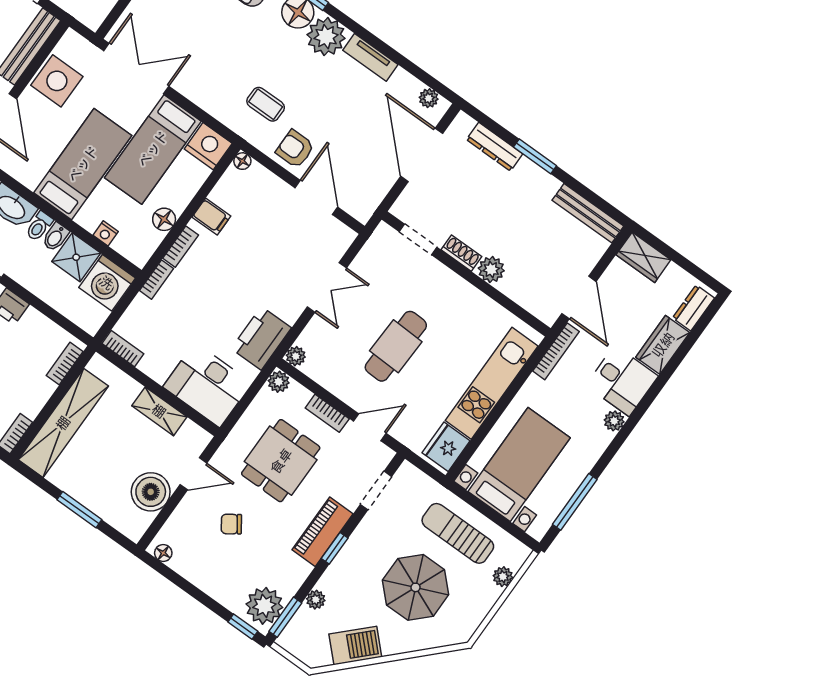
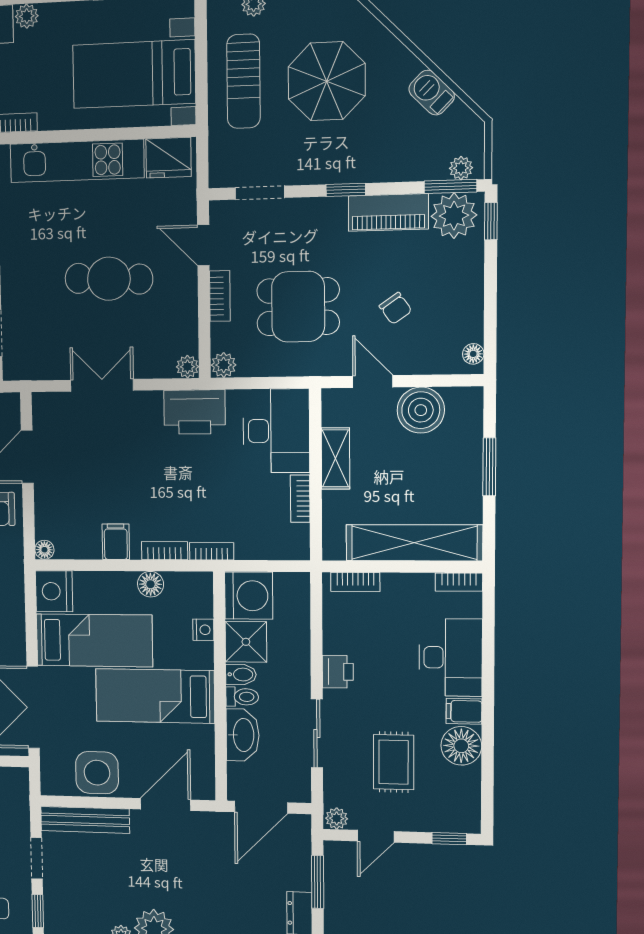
bookcase: (123, 349) -> (300, 499), moved
piano: (322, 532) -> (388, 212), moved
plant: (316, 600) -> (461, 168), moved
barbecue: (355, 646) -> (432, 93), width x0.73, depth x0.79

